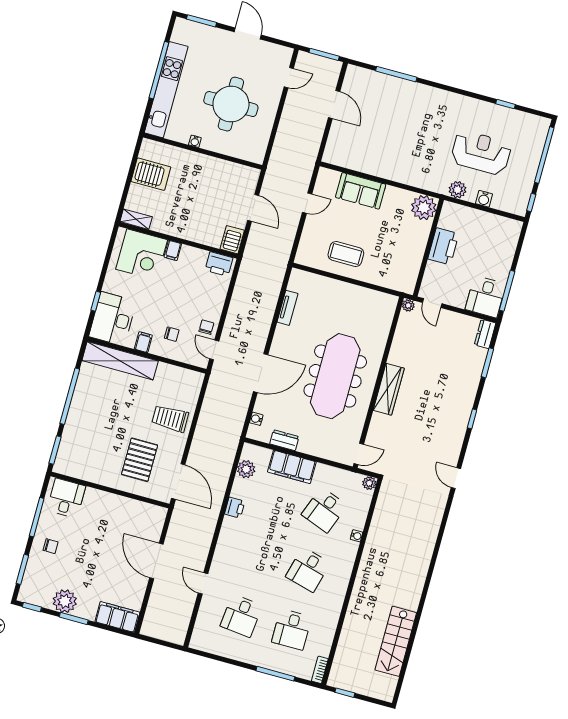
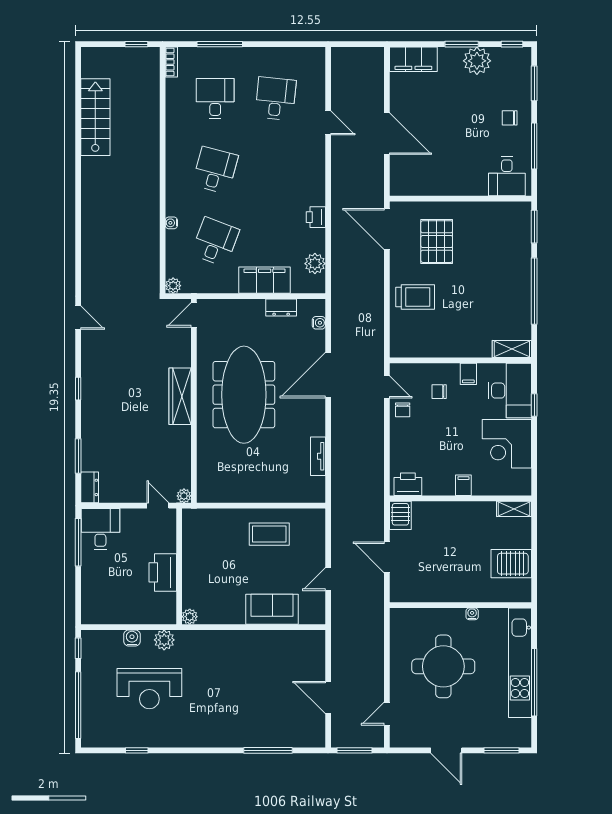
plant: (424, 208) -> (190, 617), width x0.53, depth x0.53
corner desk: (142, 254) -> (507, 444), moved, turned -90
shelving: (120, 361) -> (512, 349), width x0.45, depth x0.75

